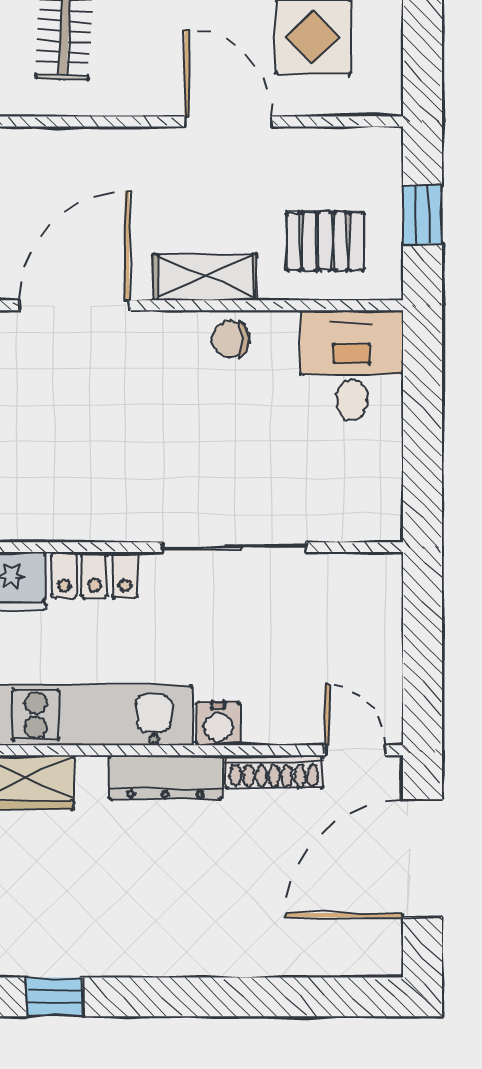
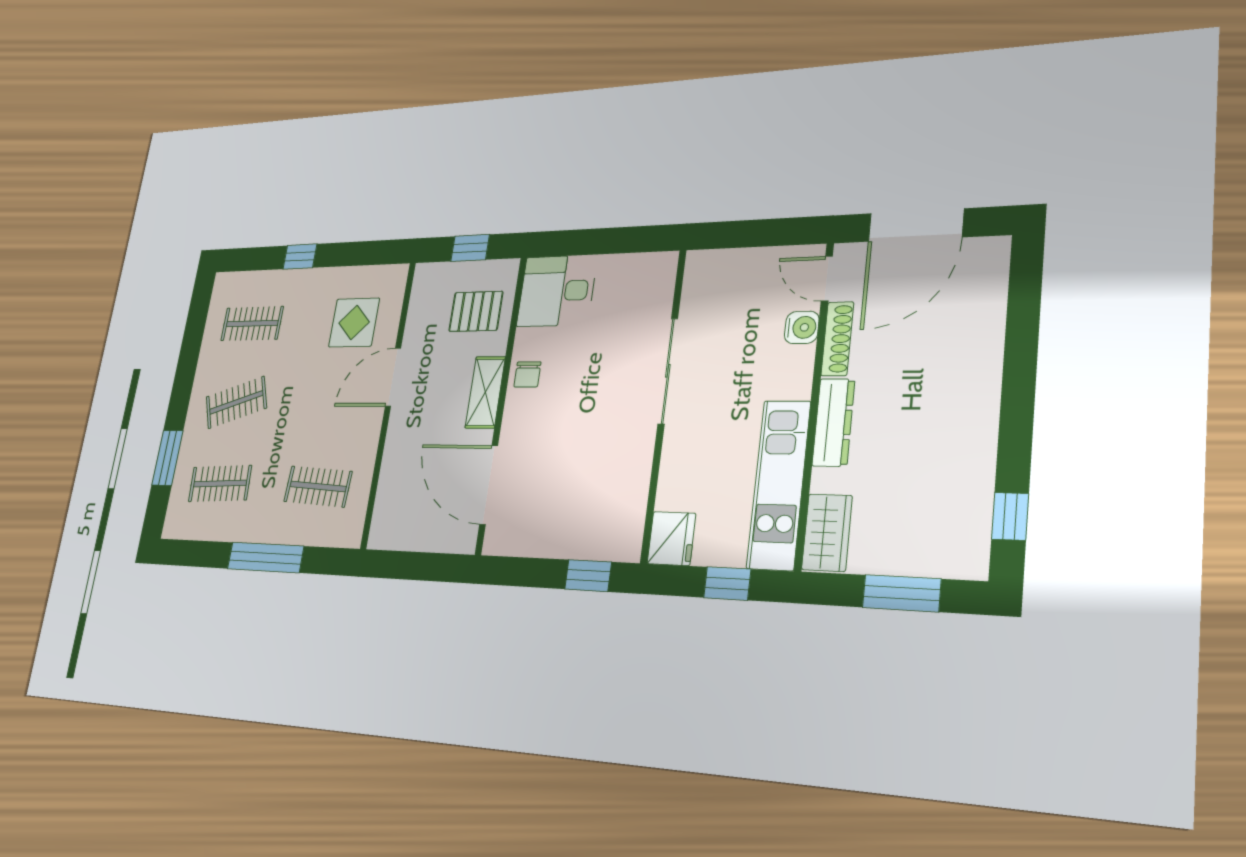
pallet: (325, 241) -> (476, 311), turned 90
locker: (95, 575) -> (675, 474), removed
water cooler: (218, 724) -> (802, 327), moved
door: (355, 750) -> (827, 279), hinge flipped
door: (423, 859) -> (916, 225), hinge flipped

